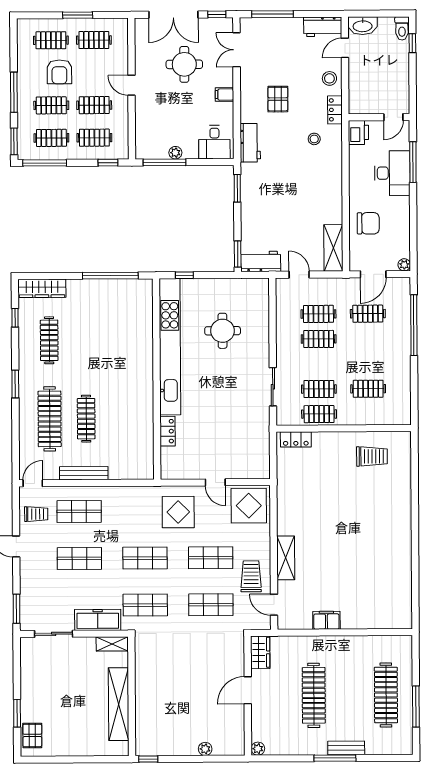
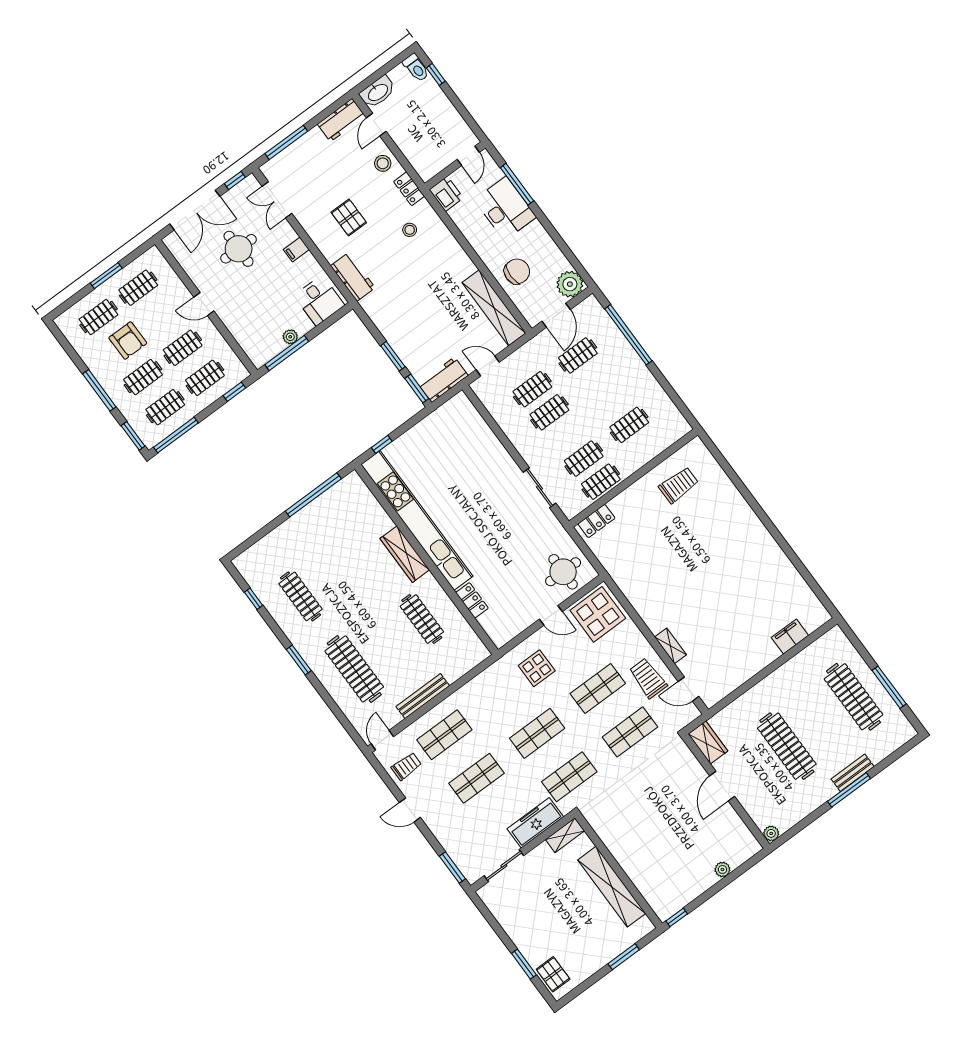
window: (237, 188) -> (393, 356), moved
shelving: (333, 248) -> (494, 308), width x1.47
plant: (404, 265) -> (570, 284), width x1.88, depth x1.88
wardrobe: (42, 288) -> (405, 554), moved, turned 90
round table: (223, 331) -> (563, 572), moved
clothes rail: (86, 419) -> (422, 619), moved
display table: (178, 512) -> (537, 668), width x0.73, depth x0.73
shelving: (286, 558) -> (670, 646), width x0.67, depth x0.75
filing cabinet: (326, 620) -> (790, 637), moved
window: (91, 759) -> (624, 957), added

